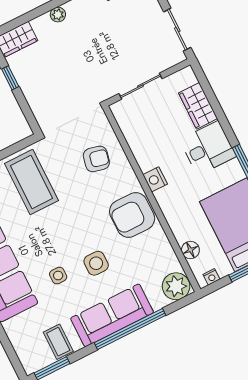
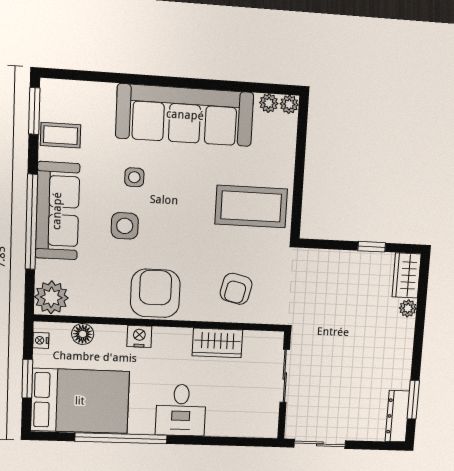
plant: (58, 15) -> (408, 308), moved
wardrobe: (198, 106) -> (217, 343), moved, turned 180
nightstand: (155, 179) -> (139, 336), moved

